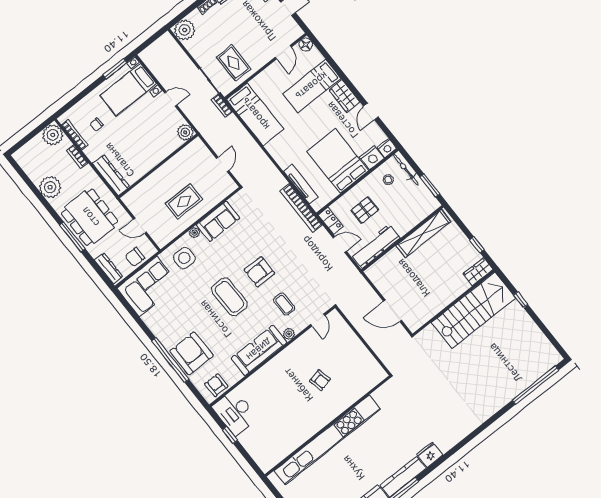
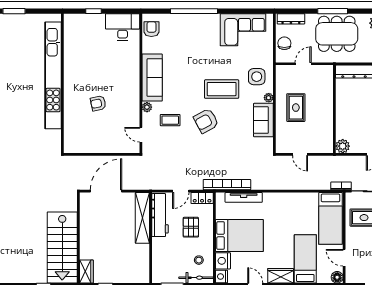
bed: (255, 114) -> (330, 218), moved, turned -90
shelving: (424, 234) -> (142, 218), moved
armchair: (259, 272) -> (206, 121), turned -118
corner sofa: (148, 286) -> (243, 30), moved, turned -90
coffee table: (229, 297) -> (222, 89), moved
door: (393, 311) -> (106, 191), width x1.36
armchair: (192, 353) -> (187, 29), removed
armchair: (216, 385) -> (151, 29), turned -90
window: (230, 435) -> (93, 11), moved

